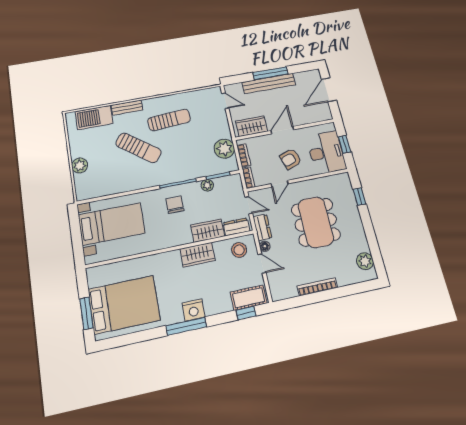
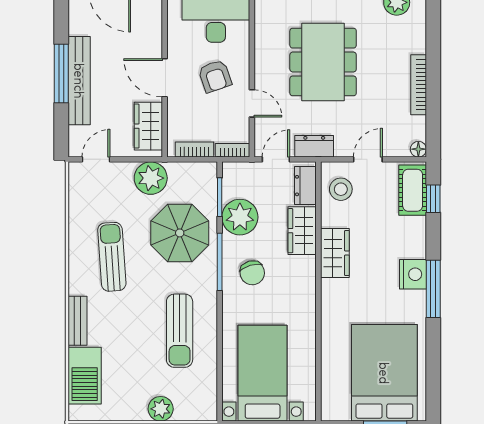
sun lounger: (138, 148) -> (180, 331), moved, turned 143
plant: (224, 149) -> (151, 178), moved
parasol: (191, 156) -> (180, 233), added
plant: (207, 185) -> (240, 217), width x1.87, depth x1.87
chair: (175, 205) -> (252, 273), turned -106
dining table: (316, 222) -> (323, 62), turned 90
floor lamp: (265, 246) -> (418, 149), moved

